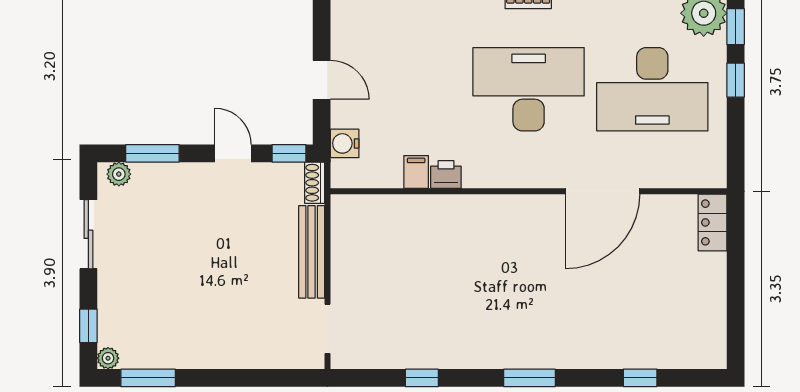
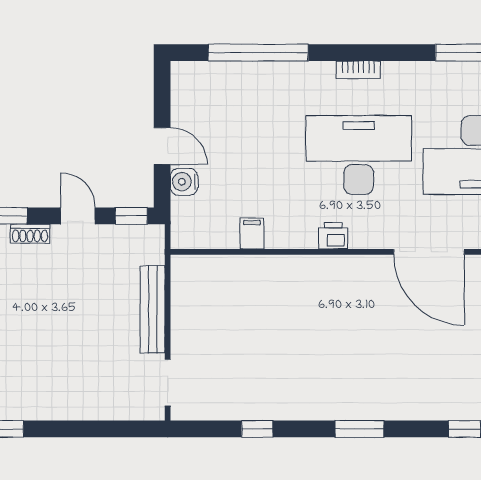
water cooler: (345, 143) -> (184, 182), moved
printer: (446, 174) -> (333, 236), moved
shoe rack: (315, 183) -> (30, 234), moved, turned -90
door: (603, 191) -> (429, 252), hinge flipped

